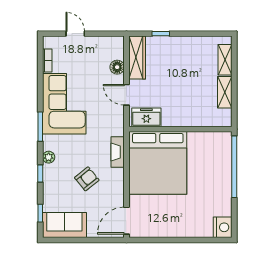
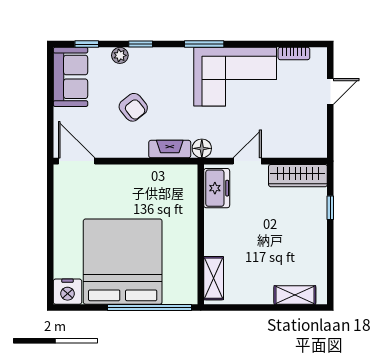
floor lamp: (117, 67) -> (202, 148), moved
shelving: (225, 92) -> (214, 278), moved, turned 90
plant: (49, 157) -> (120, 55), moved
bed: (158, 163) -> (123, 262), moved, turned 90

